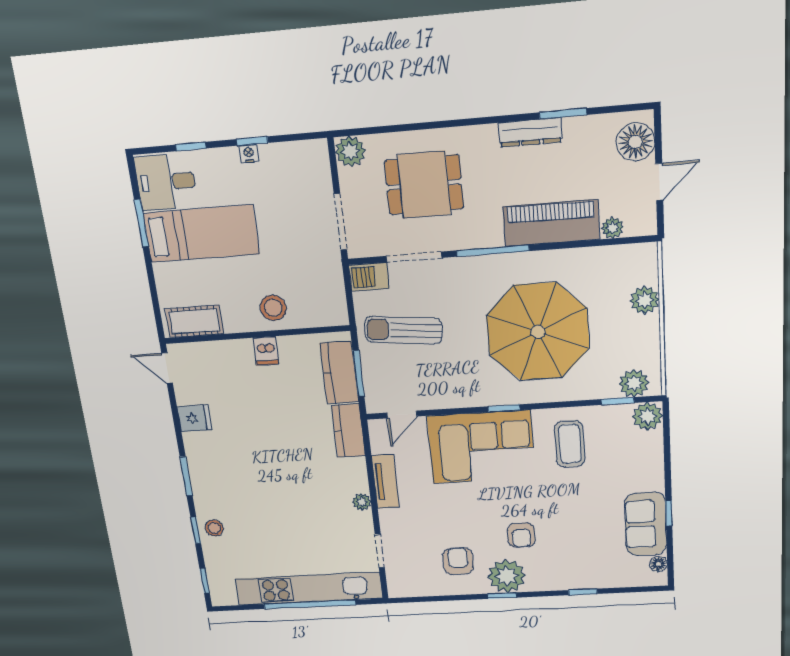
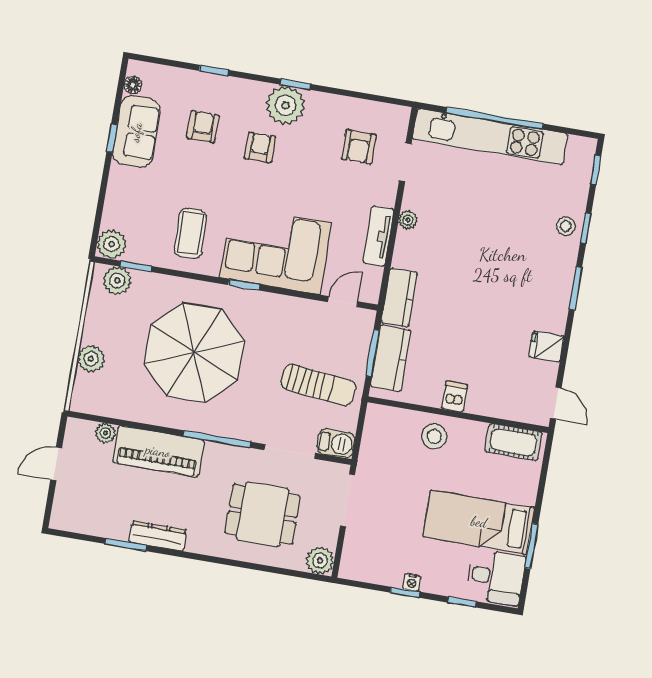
floor lamp: (635, 142) -> (69, 504), removed
armchair: (581, 542) -> (203, 127), added
armchair: (458, 561) -> (359, 147), moved

